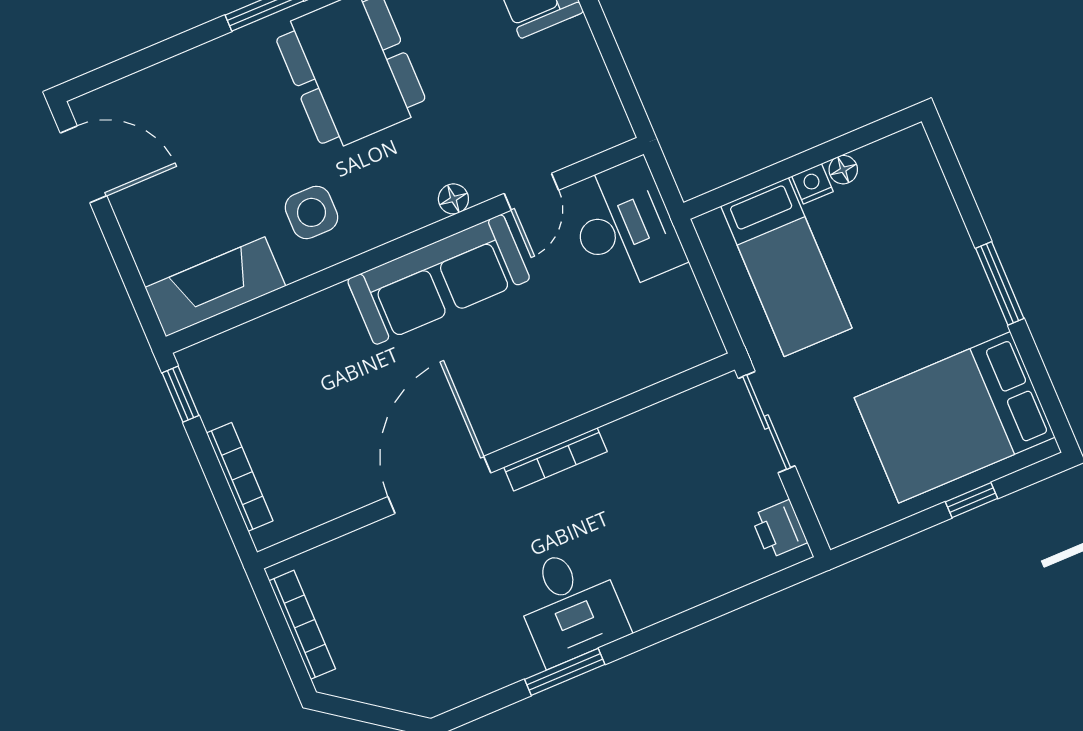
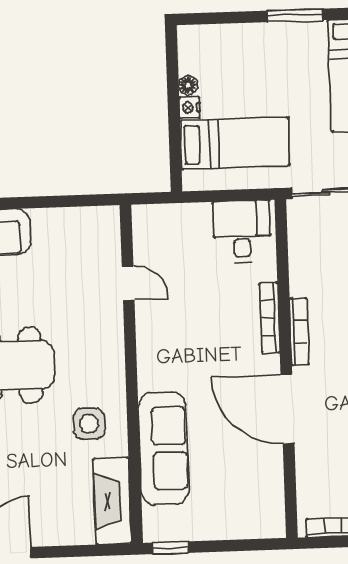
floor lamp: (453, 199) -> (114, 333), removed
desk: (624, 226) -> (242, 231), moved, width x0.73
sofa: (439, 280) -> (164, 448), moved
bookcase: (240, 477) -> (270, 318), moved, turned -90

